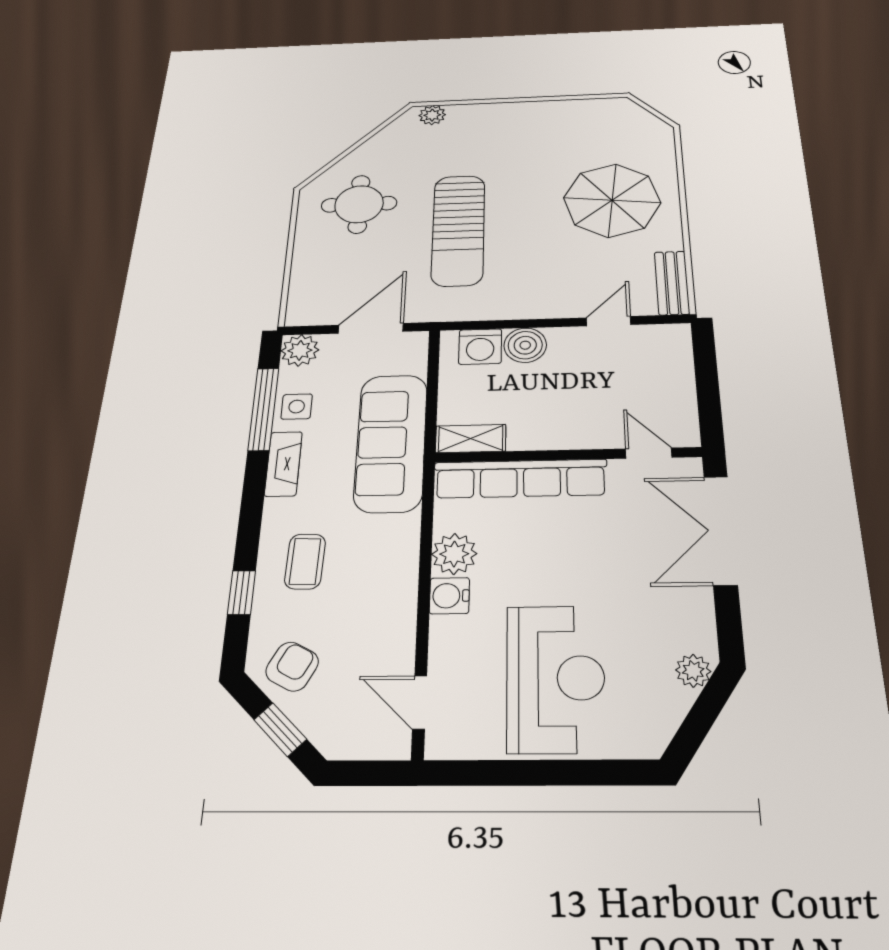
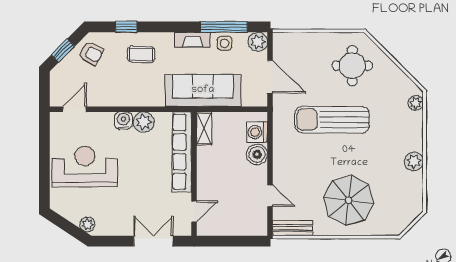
plant: (537, 113) -> (414, 161), added
double door: (720, 530) -> (153, 241), width x0.73
reception desk: (556, 678) -> (85, 167), turned 180

